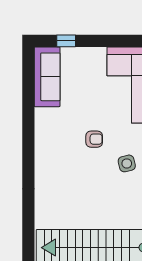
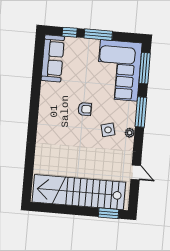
window: (103, 41) -> (98, 35), added

